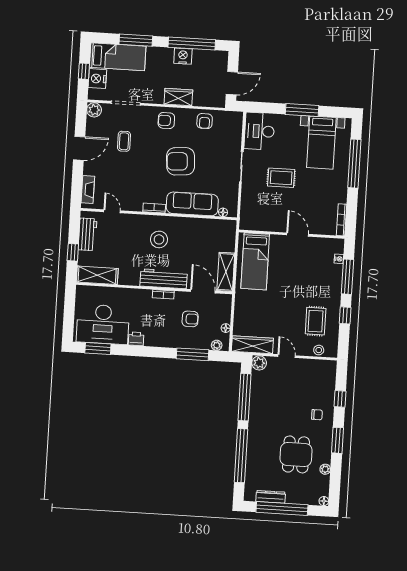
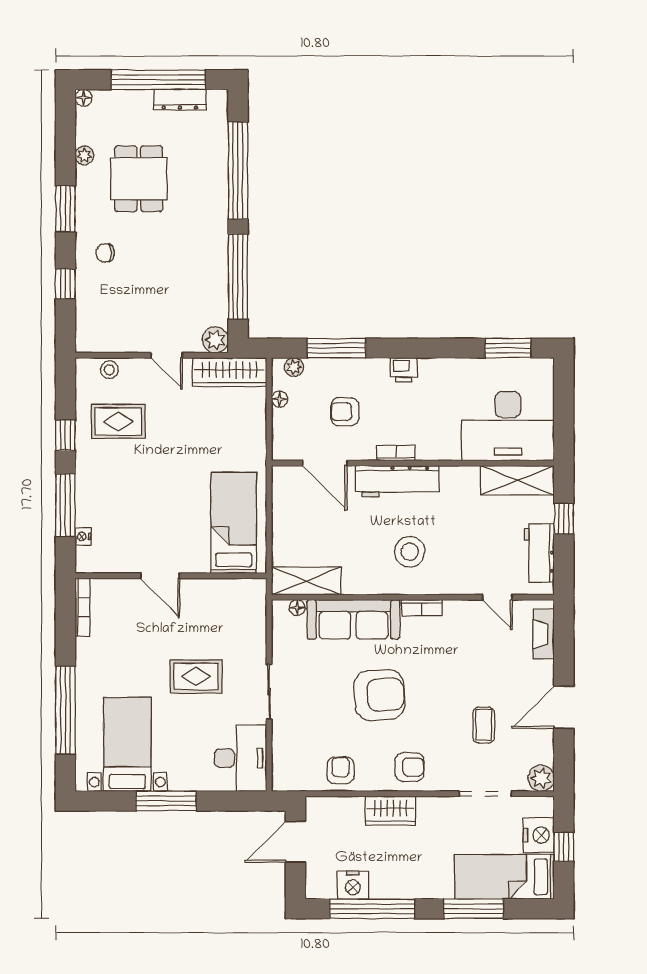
nightstand: (183, 56) -> (353, 885), moved
shelving: (226, 272) -> (306, 581), moved, turned 90
rug: (316, 321) -> (118, 421), turned 90
desk: (103, 324) -> (508, 426), moved, turned 180
printer: (136, 339) -> (404, 370), moved

